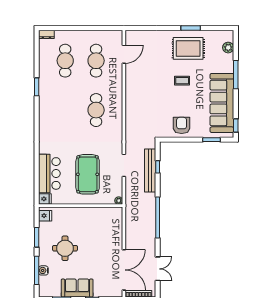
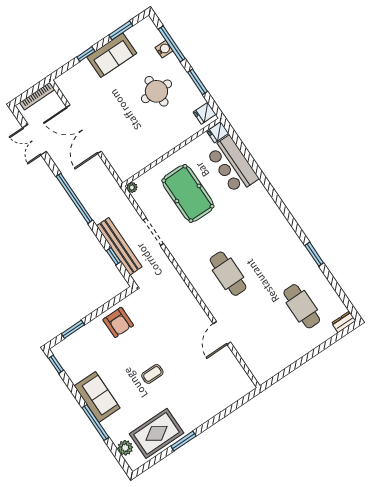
rug: (188, 48) -> (156, 433), moved
door: (124, 54) -> (222, 333), moved
cafe table: (96, 61) -> (266, 330), removed
sofa: (222, 103) -> (97, 397), width x0.54, depth x0.79
double door: (124, 270) -> (84, 129), moved

